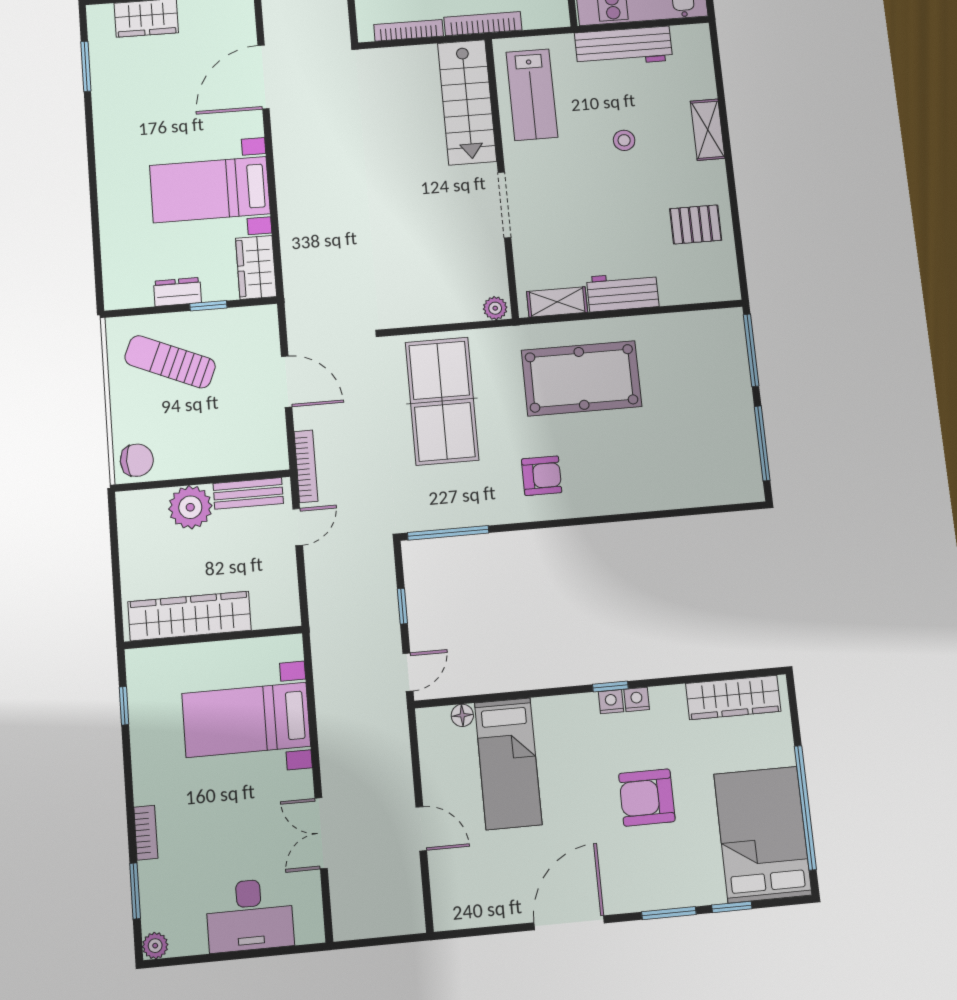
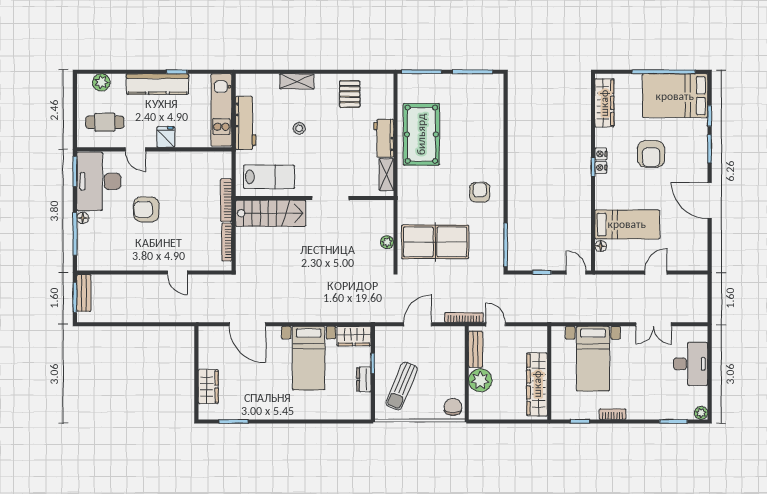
plant: (495, 308) -> (387, 242), moved
pool table: (581, 378) -> (421, 134), moved
bookcase: (146, 833) -> (613, 414), moved

